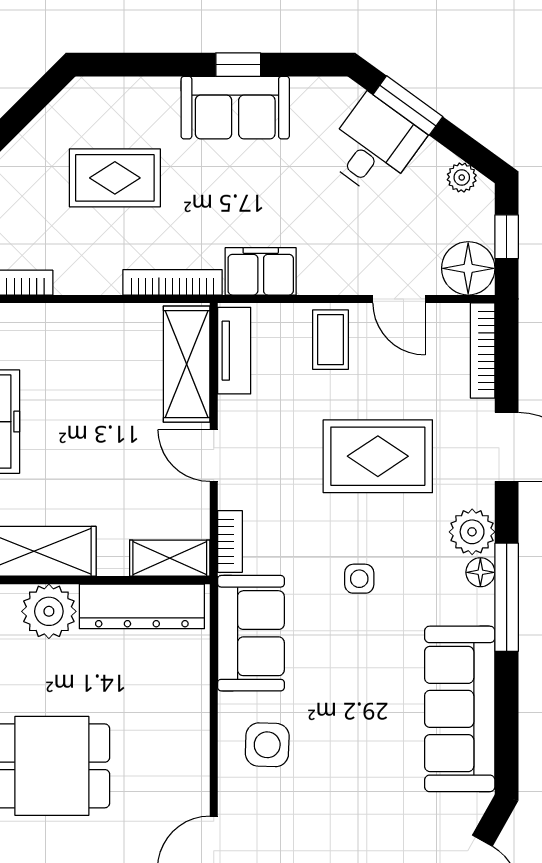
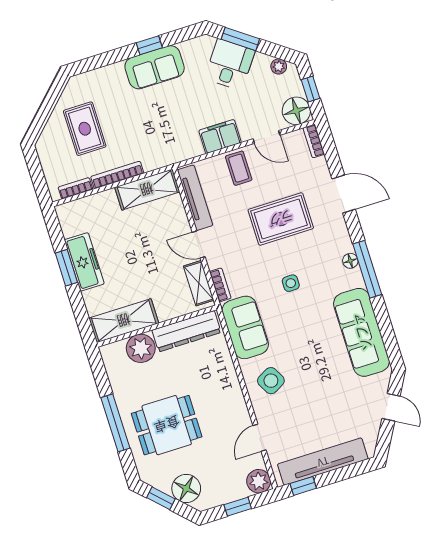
rug: (115, 178) -> (85, 129), moved, turned 90
filing cabinet: (261, 271) -> (220, 137), moved
bookcase: (172, 282) -> (117, 175), moved
tv unit: (234, 351) -> (195, 198), width x1.41
bookcase: (483, 351) -> (314, 141), width x0.64
shelving: (187, 364) -> (147, 190), moved, turned 90
plant: (472, 532) -> (340, 242), removed
shelving: (170, 558) -> (199, 283), moved, turned 90
side table: (267, 745) -> (271, 381), turned -31

